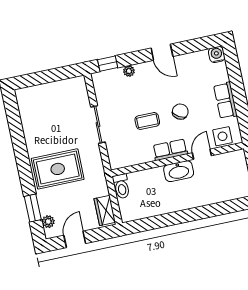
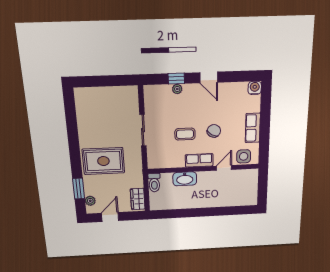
window: (108, 64) -> (176, 79), moved
washbasin: (179, 171) -> (185, 179), moved

